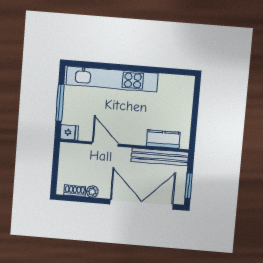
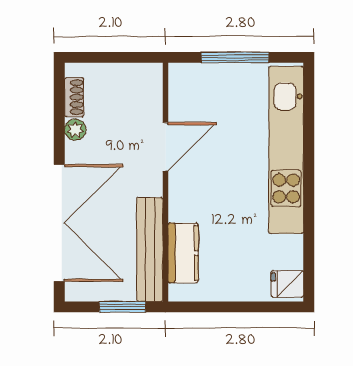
fridge: (69, 132) -> (287, 284), moved, turned 90
window: (189, 186) -> (122, 307), moved

